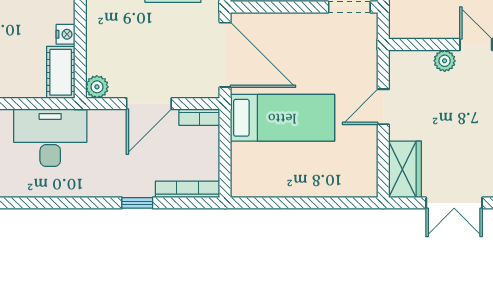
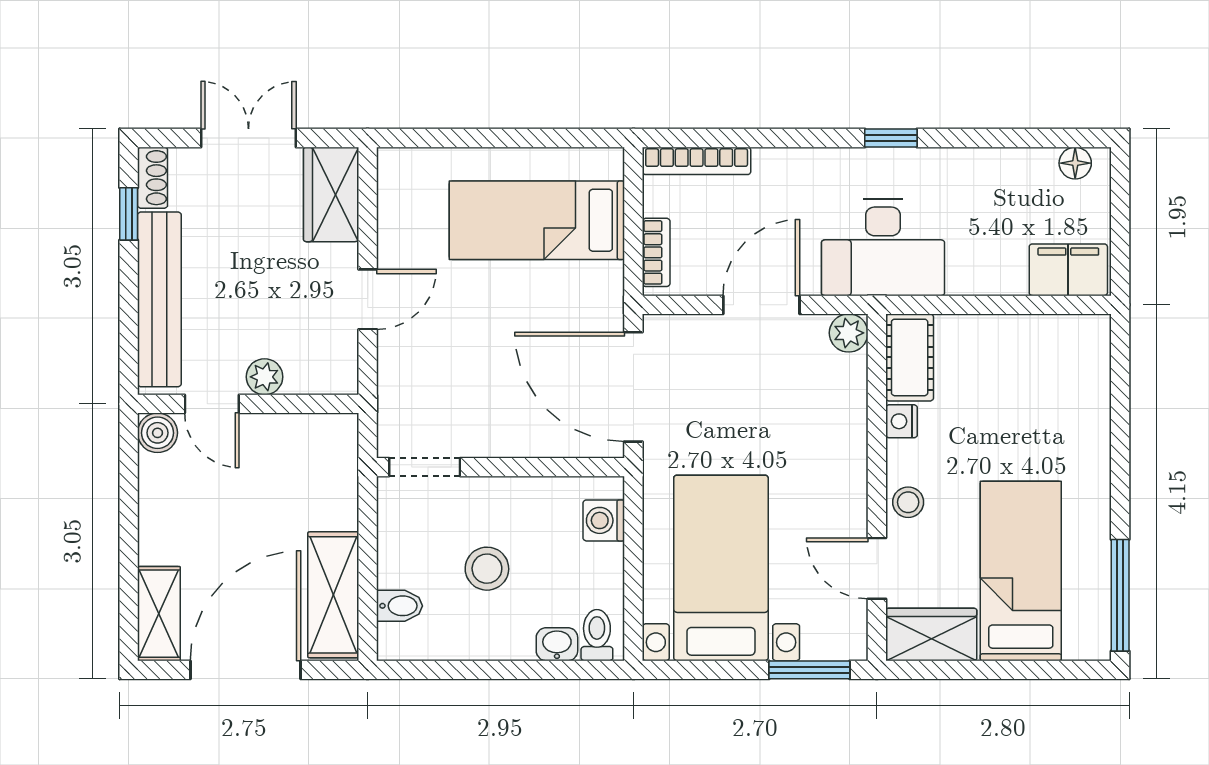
bookcase: (199, 117) -> (656, 252), moved, turned 90
bed: (282, 118) -> (537, 220), moved
desk: (50, 138) -> (883, 247), moved
window: (137, 203) -> (891, 138), moved

